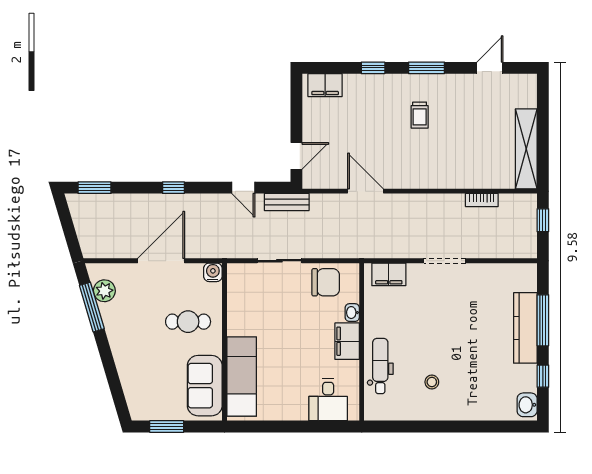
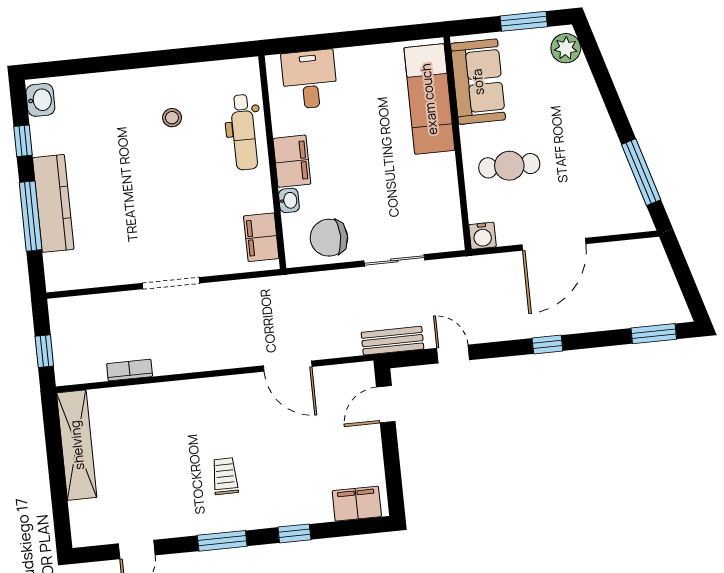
filing cabinet: (389, 274) -> (261, 237), moved, turned -90
plant: (104, 291) -> (566, 48), moved

